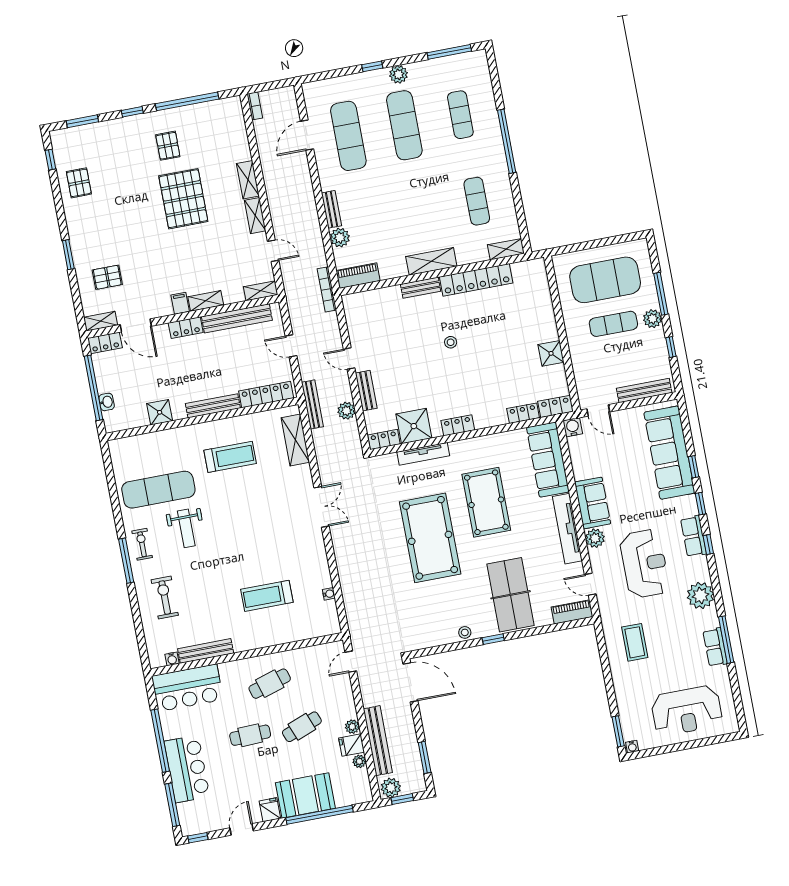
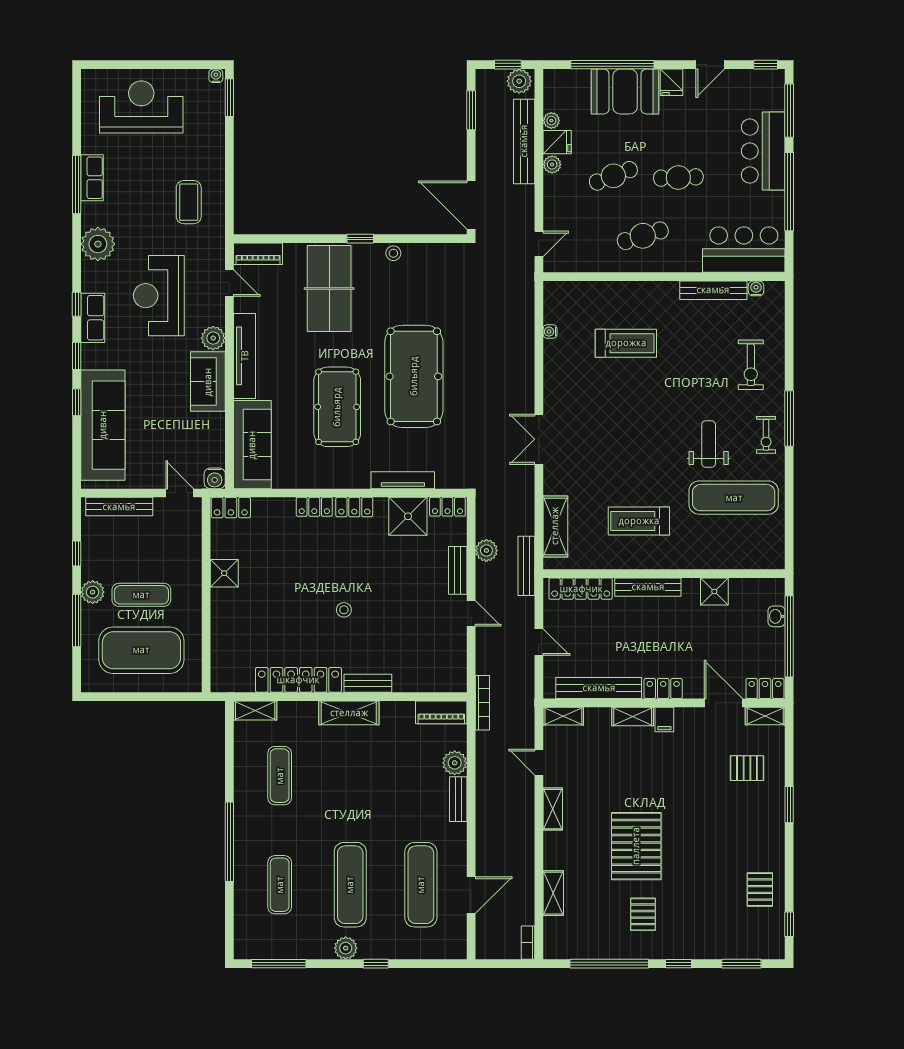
shelving: (248, 180) -> (553, 893), moved
locker: (523, 413) -> (314, 507), moved

